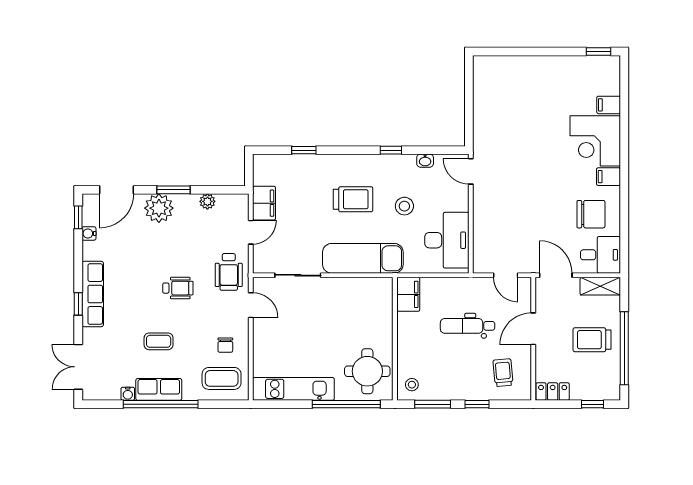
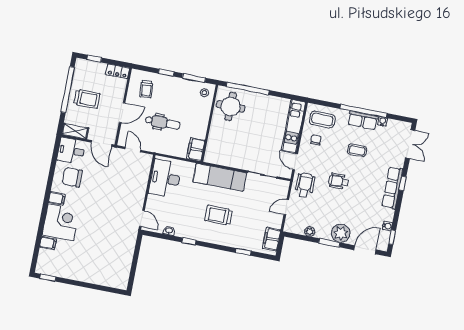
filing cabinet: (264, 203) -> (272, 239), moved
stool: (404, 206) -> (187, 205), removed
kitchen unit: (293, 389) -> (293, 126), moved, turned 90

